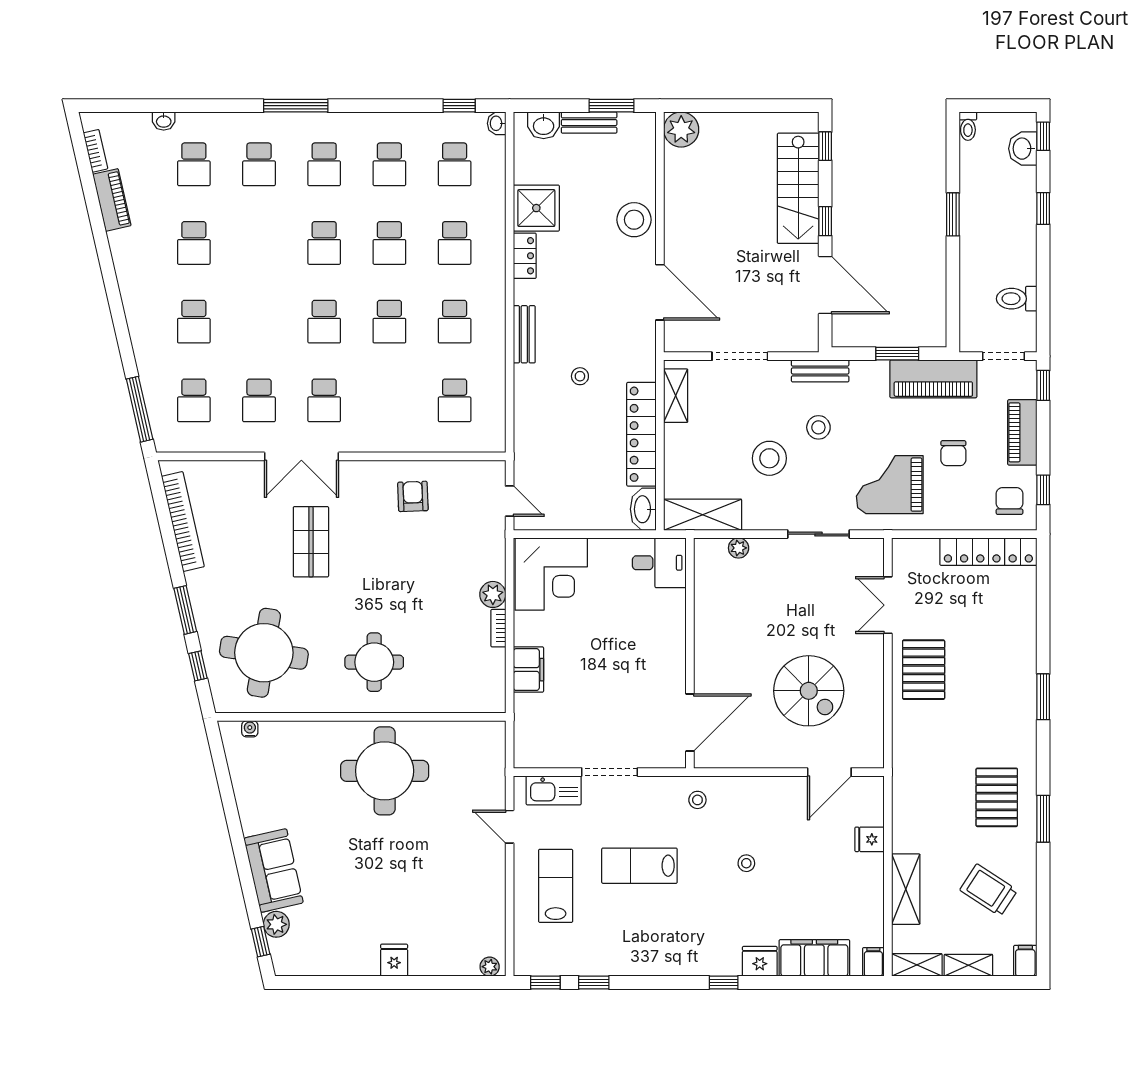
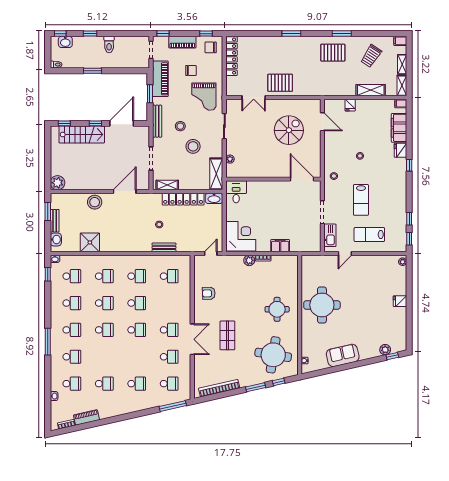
locker: (525, 256) -> (110, 247), removed
toilet: (1017, 299) -> (109, 44), moved
bench: (524, 334) -> (164, 247), moved
bench: (820, 371) -> (157, 121), width x1.36
shop shelf: (311, 542) -> (227, 335), turned 90
sofa: (274, 871) -> (343, 355), moved

